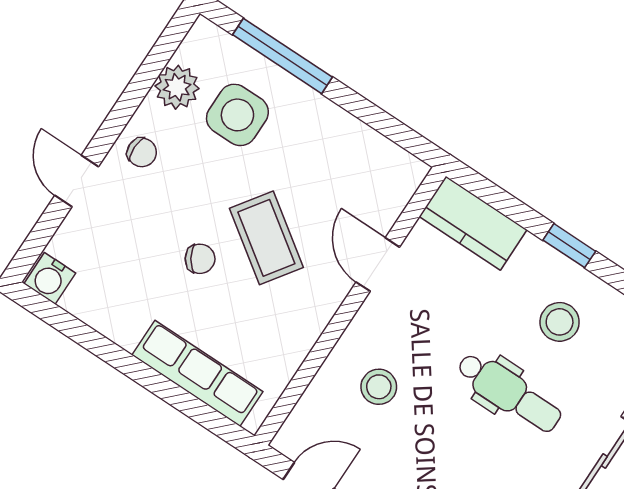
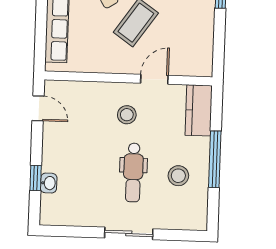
window: (569, 246) -> (215, 159), width x2.17
stool: (379, 387) -> (127, 115), moved

